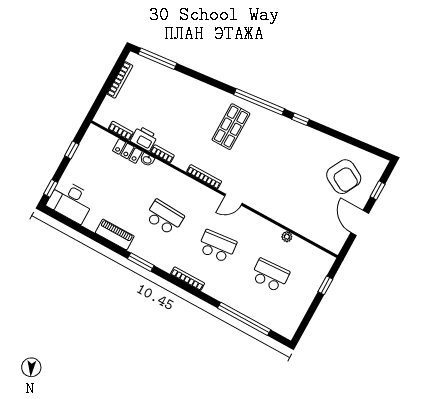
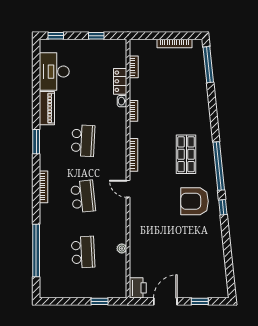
shop shelf: (231, 127) -> (186, 154), turned 90
printer: (144, 138) -> (138, 288), moved
armchair: (344, 177) -> (195, 201), moved, turned 62
desk: (71, 201) -> (54, 72), moved

